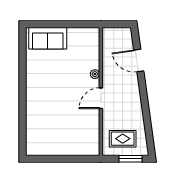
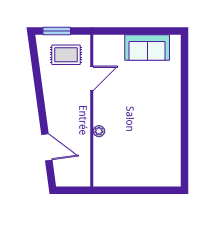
sofa: (48, 38) -> (147, 48), moved, turned 180
door: (101, 98) -> (92, 78), moved

